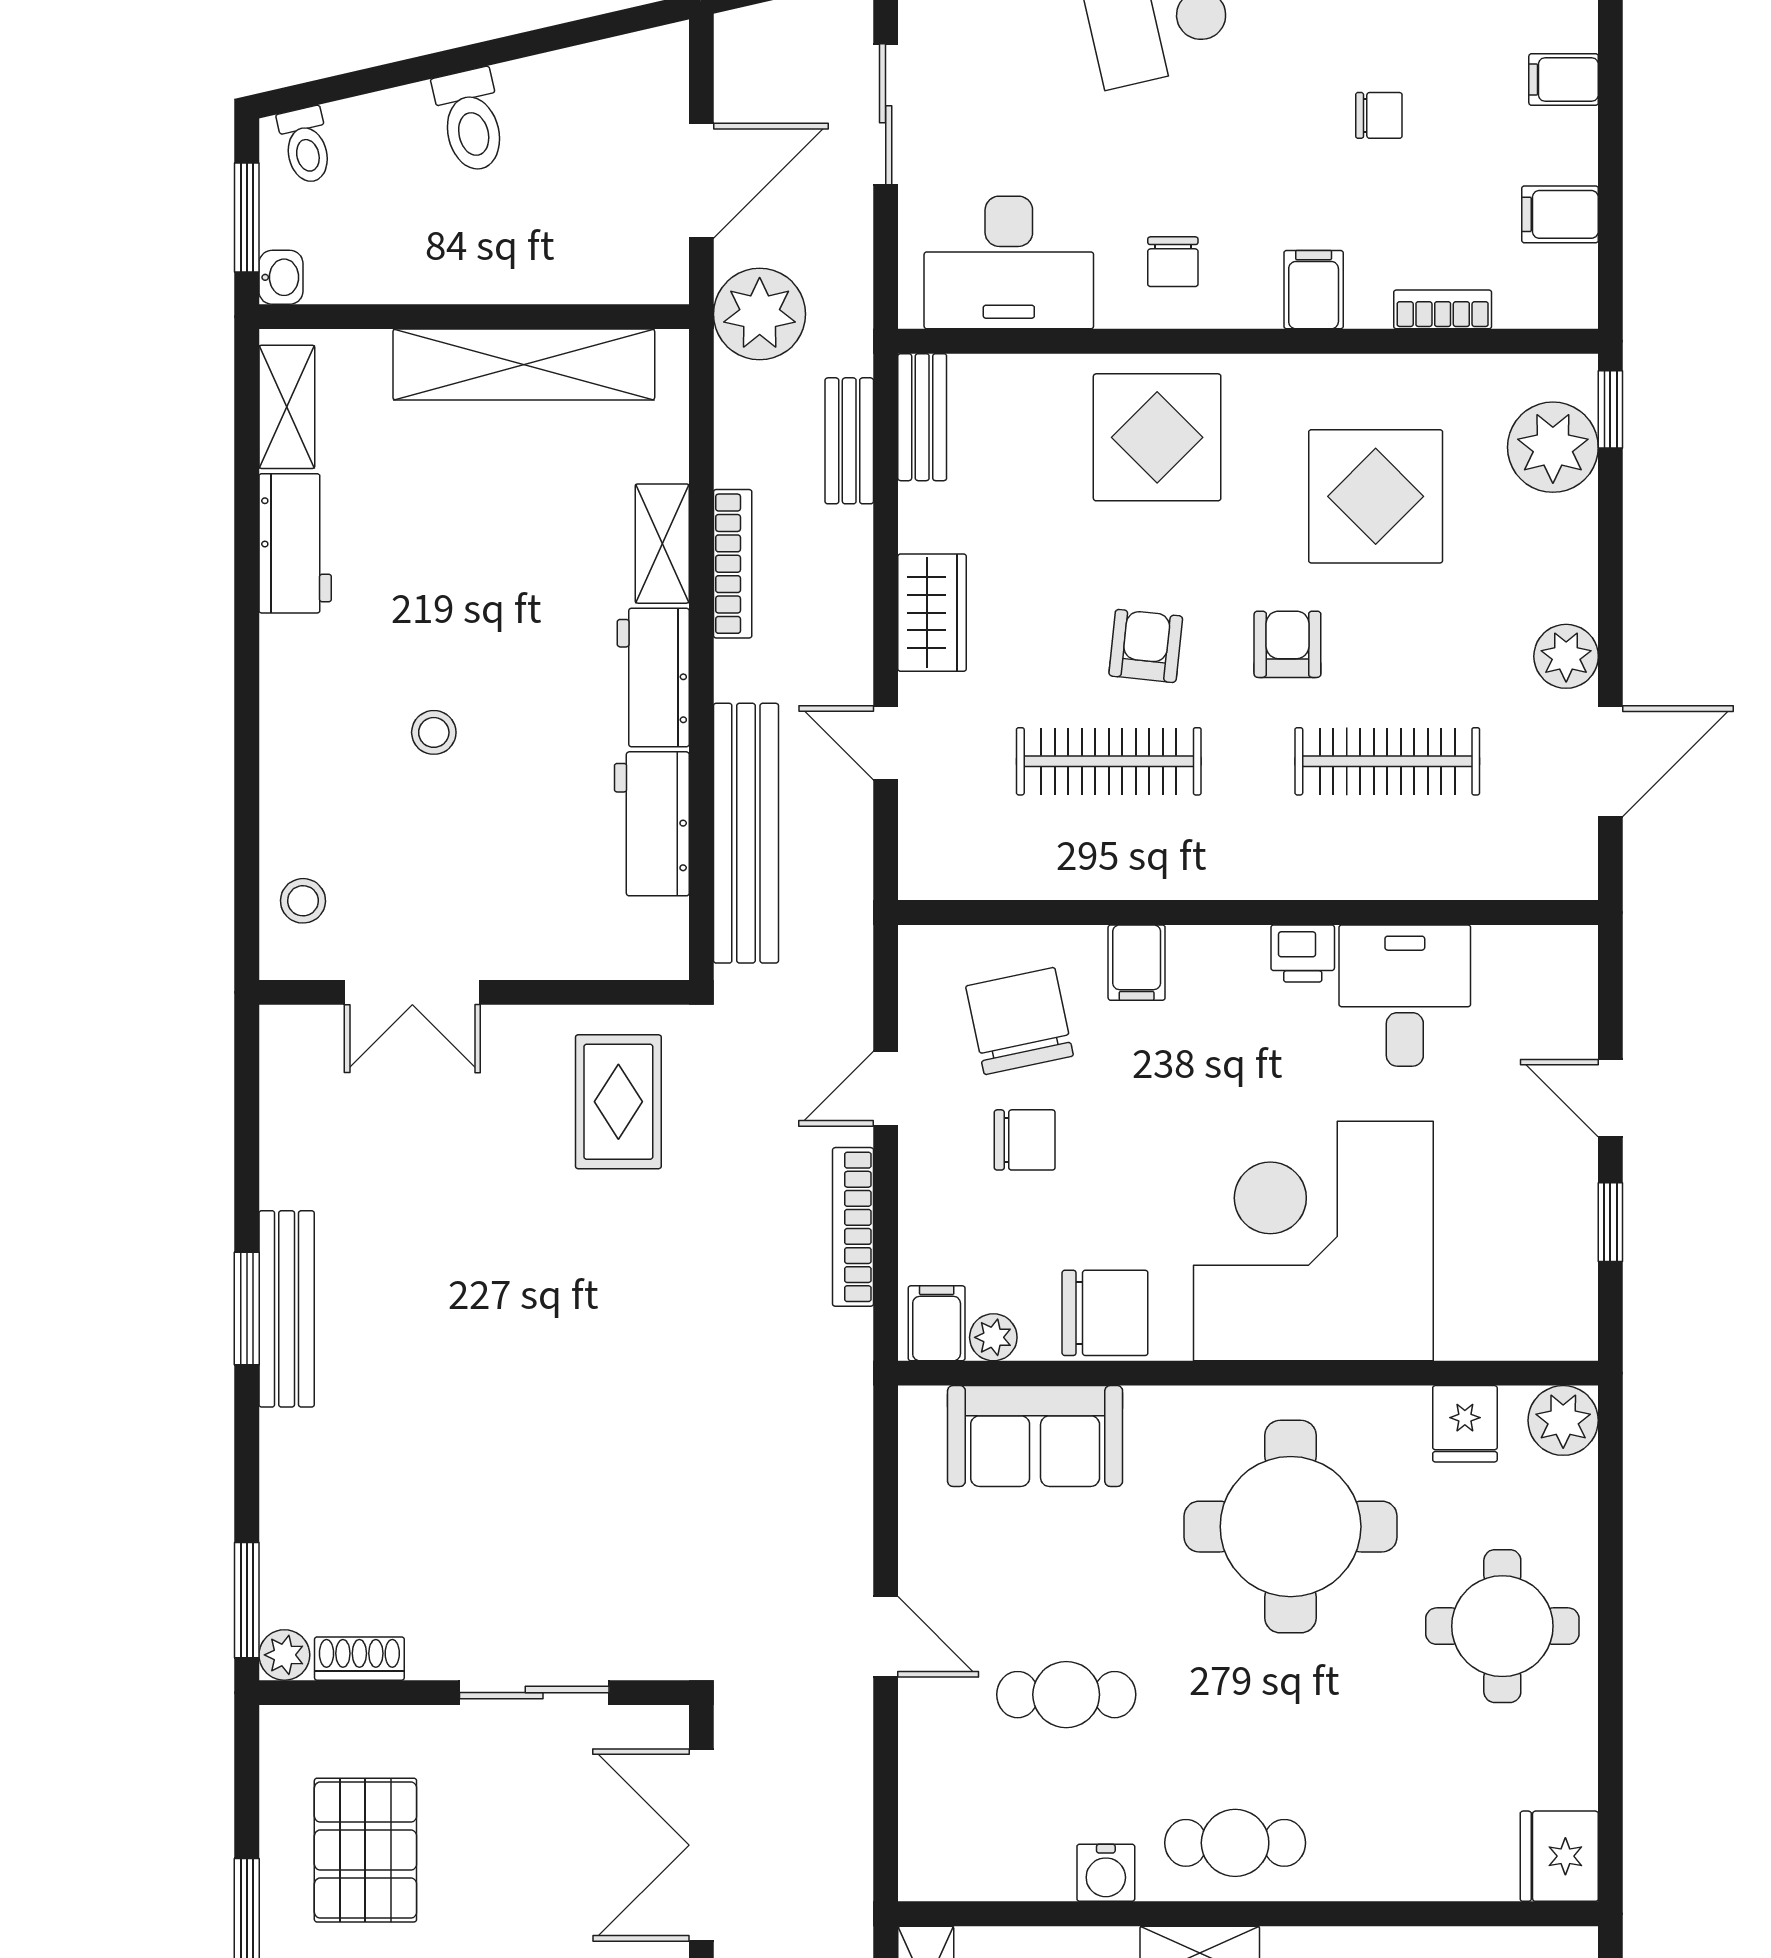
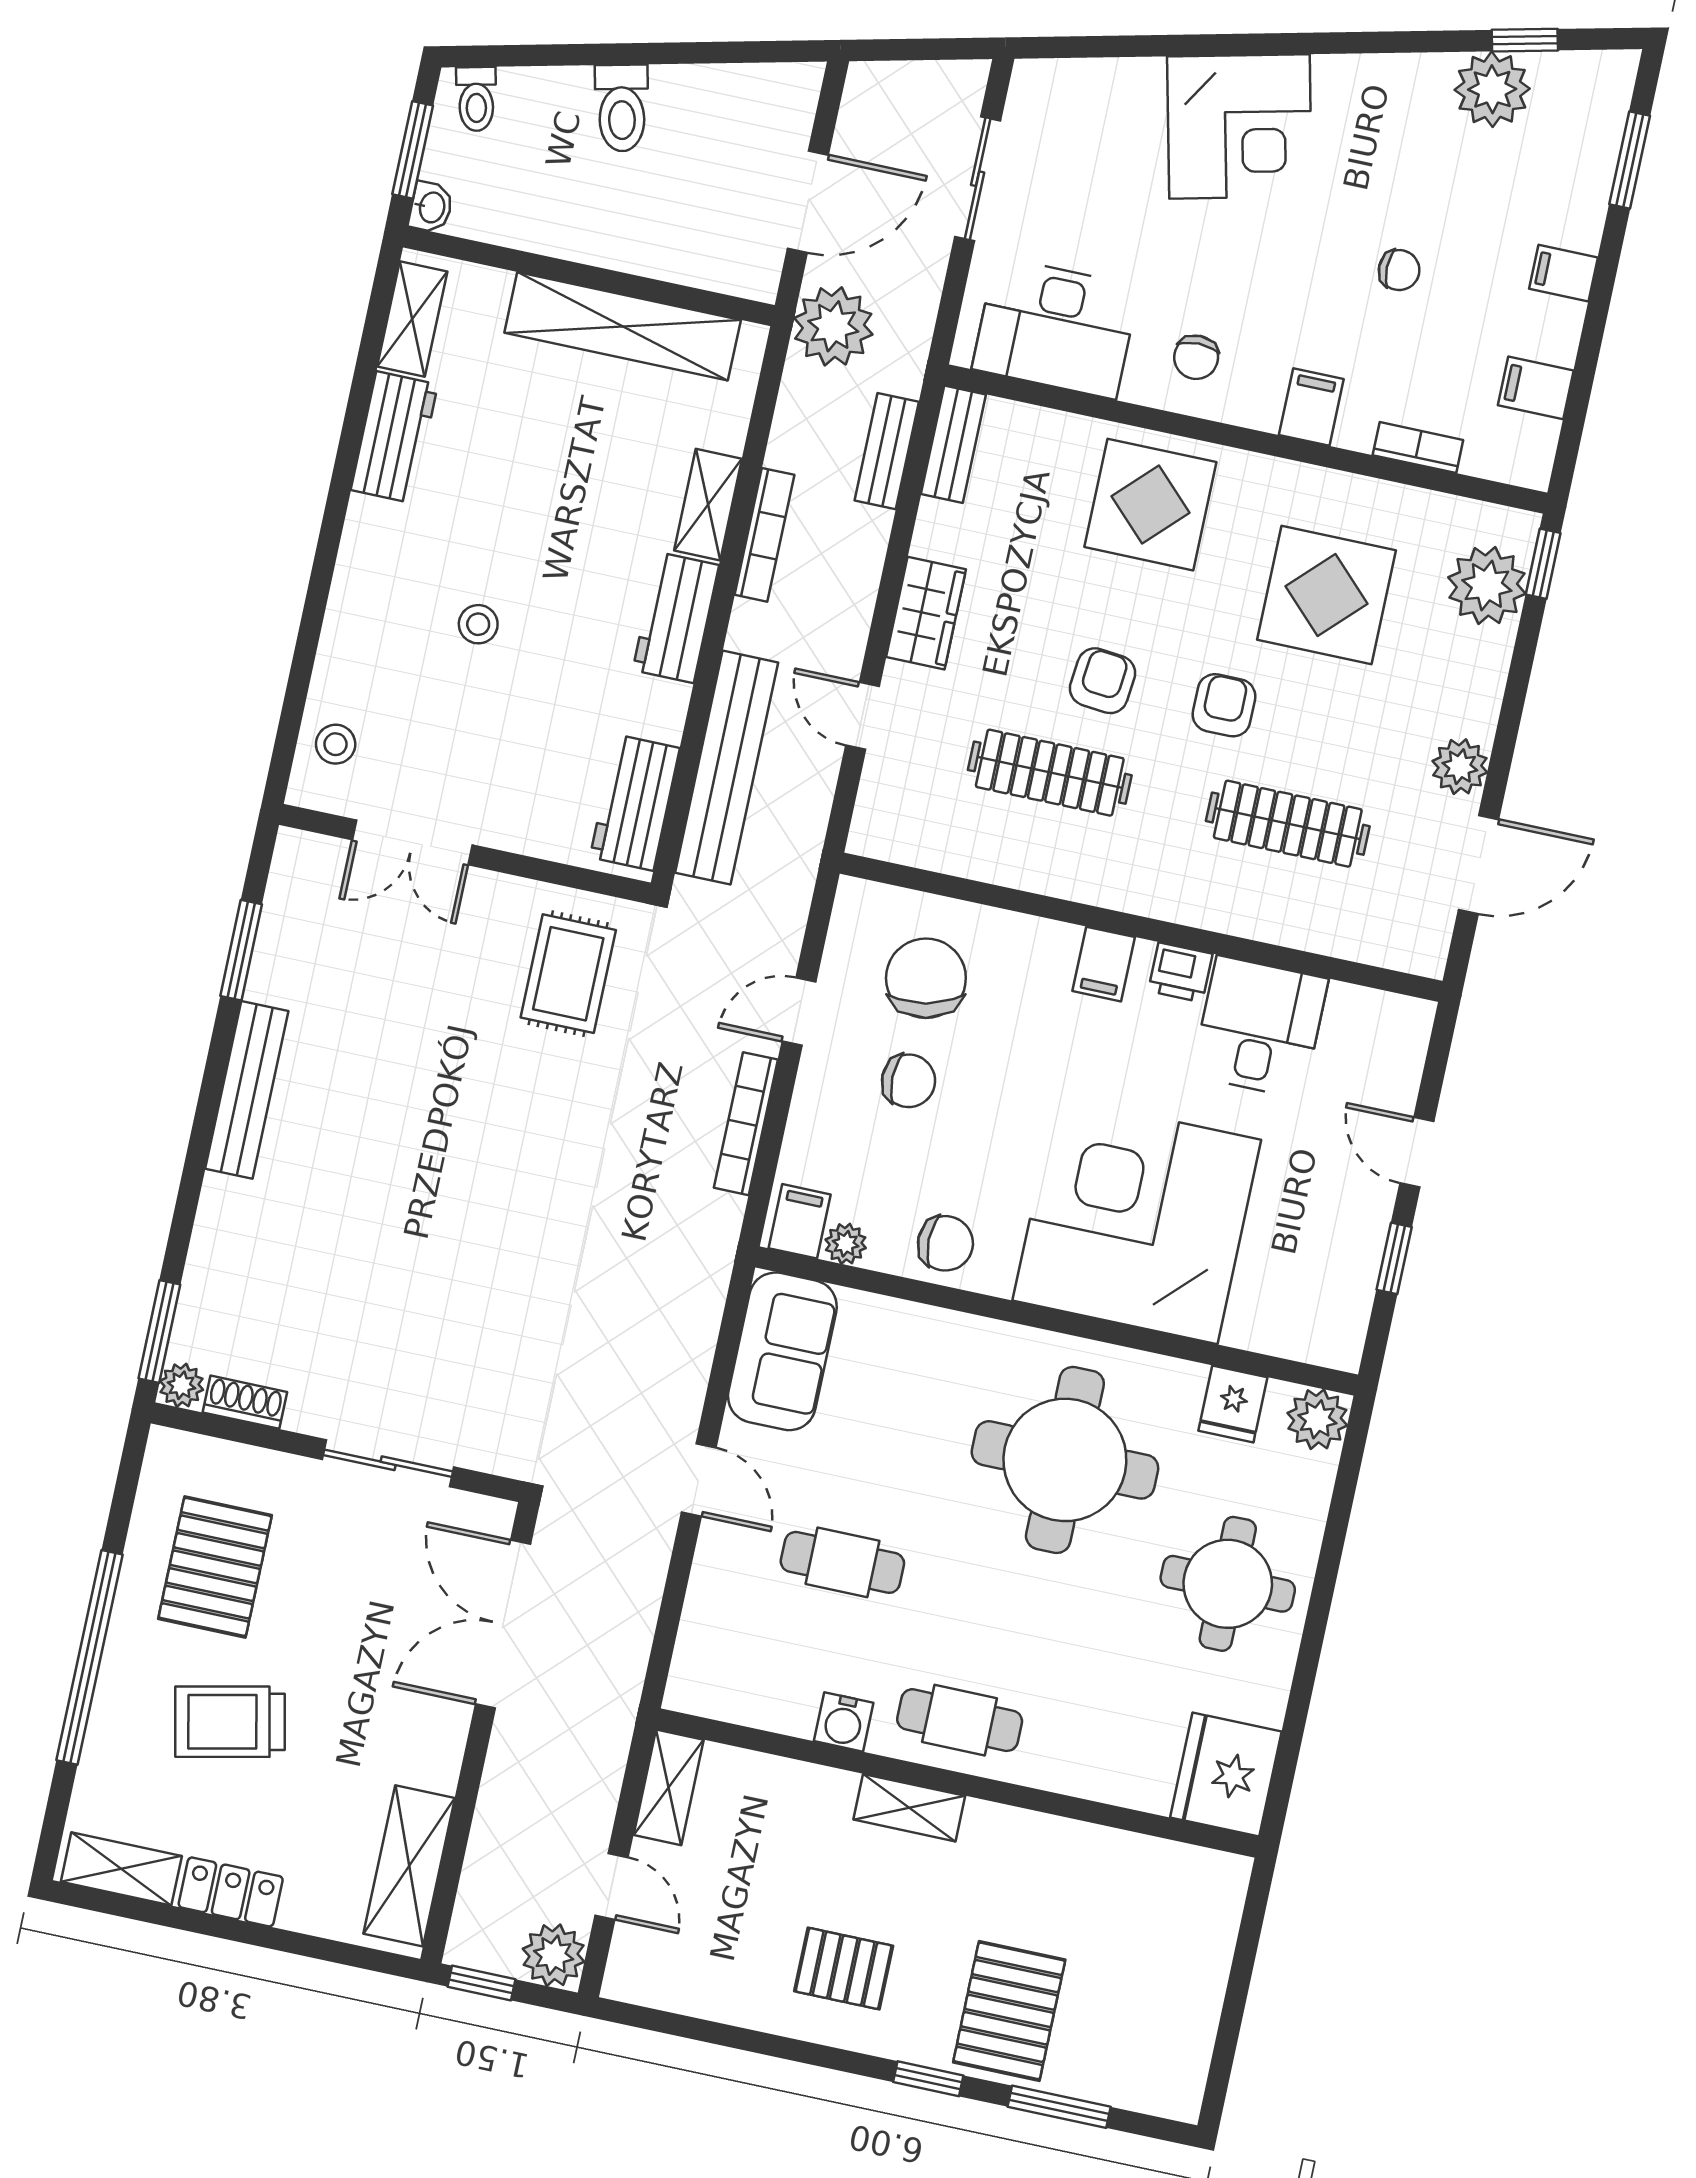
workbench: (652, 824) -> (635, 803), moved
filing cabinet: (1137, 963) -> (1104, 964), moved
window: (247, 1309) -> (241, 950), moved
chair: (1105, 1313) -> (945, 1243), width x0.73, depth x0.73
sofa: (1035, 1436) -> (782, 1351), moved, turned -90
fridge: (1559, 1856) -> (1226, 1775), width x1.36, depth x1.34

